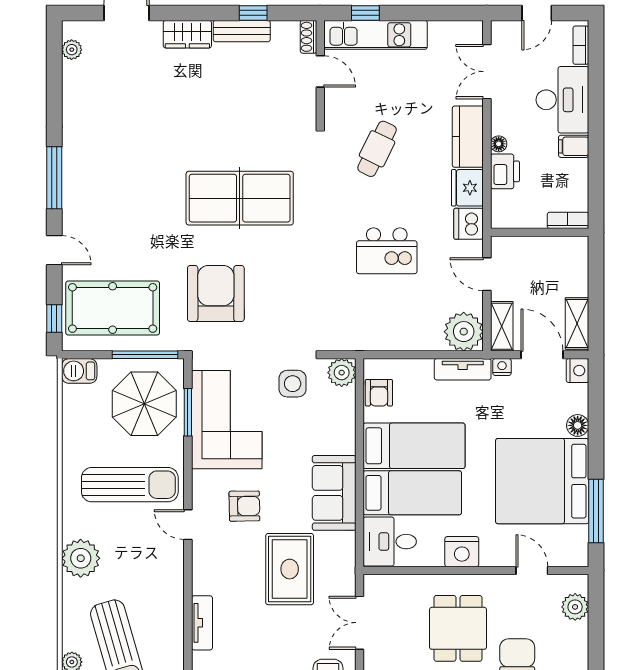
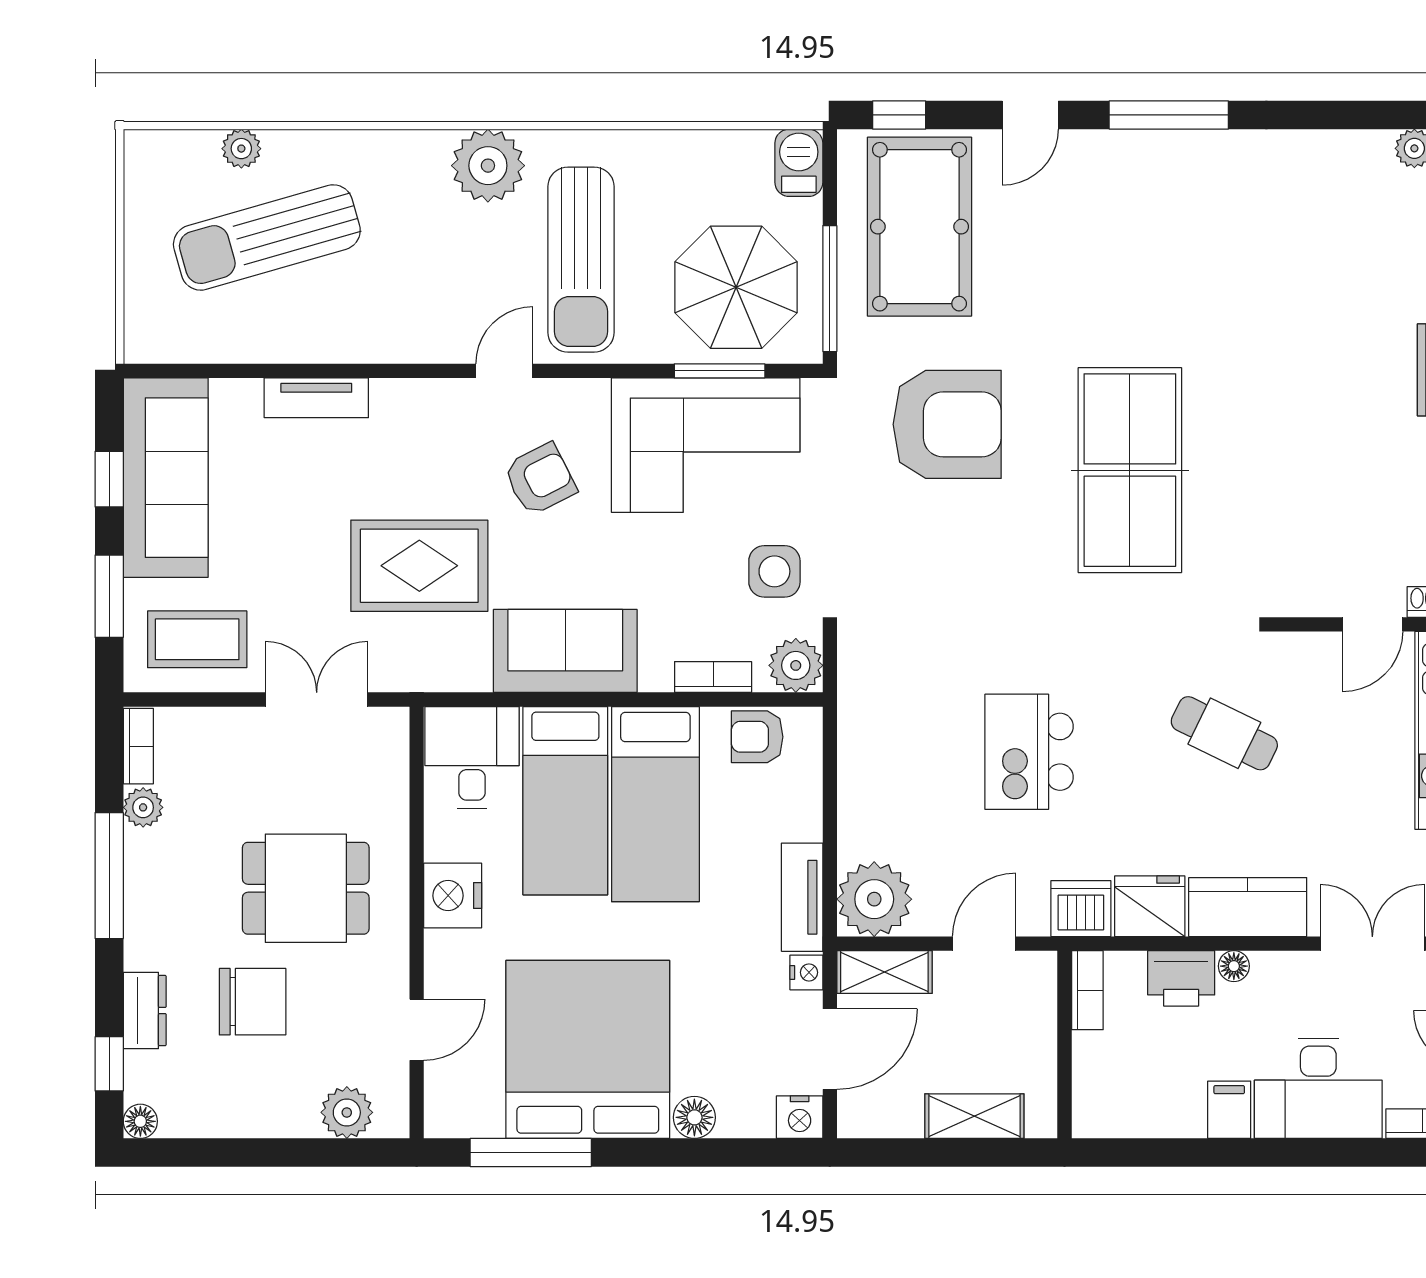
bookcase: (568, 220) -> (1087, 990), moved
shelving: (577, 323) -> (974, 1116), moved
bookcase: (348, 416) -> (713, 677), added
armchair: (244, 506) -> (540, 479), turned -116
plant: (81, 558) -> (488, 166), moved

